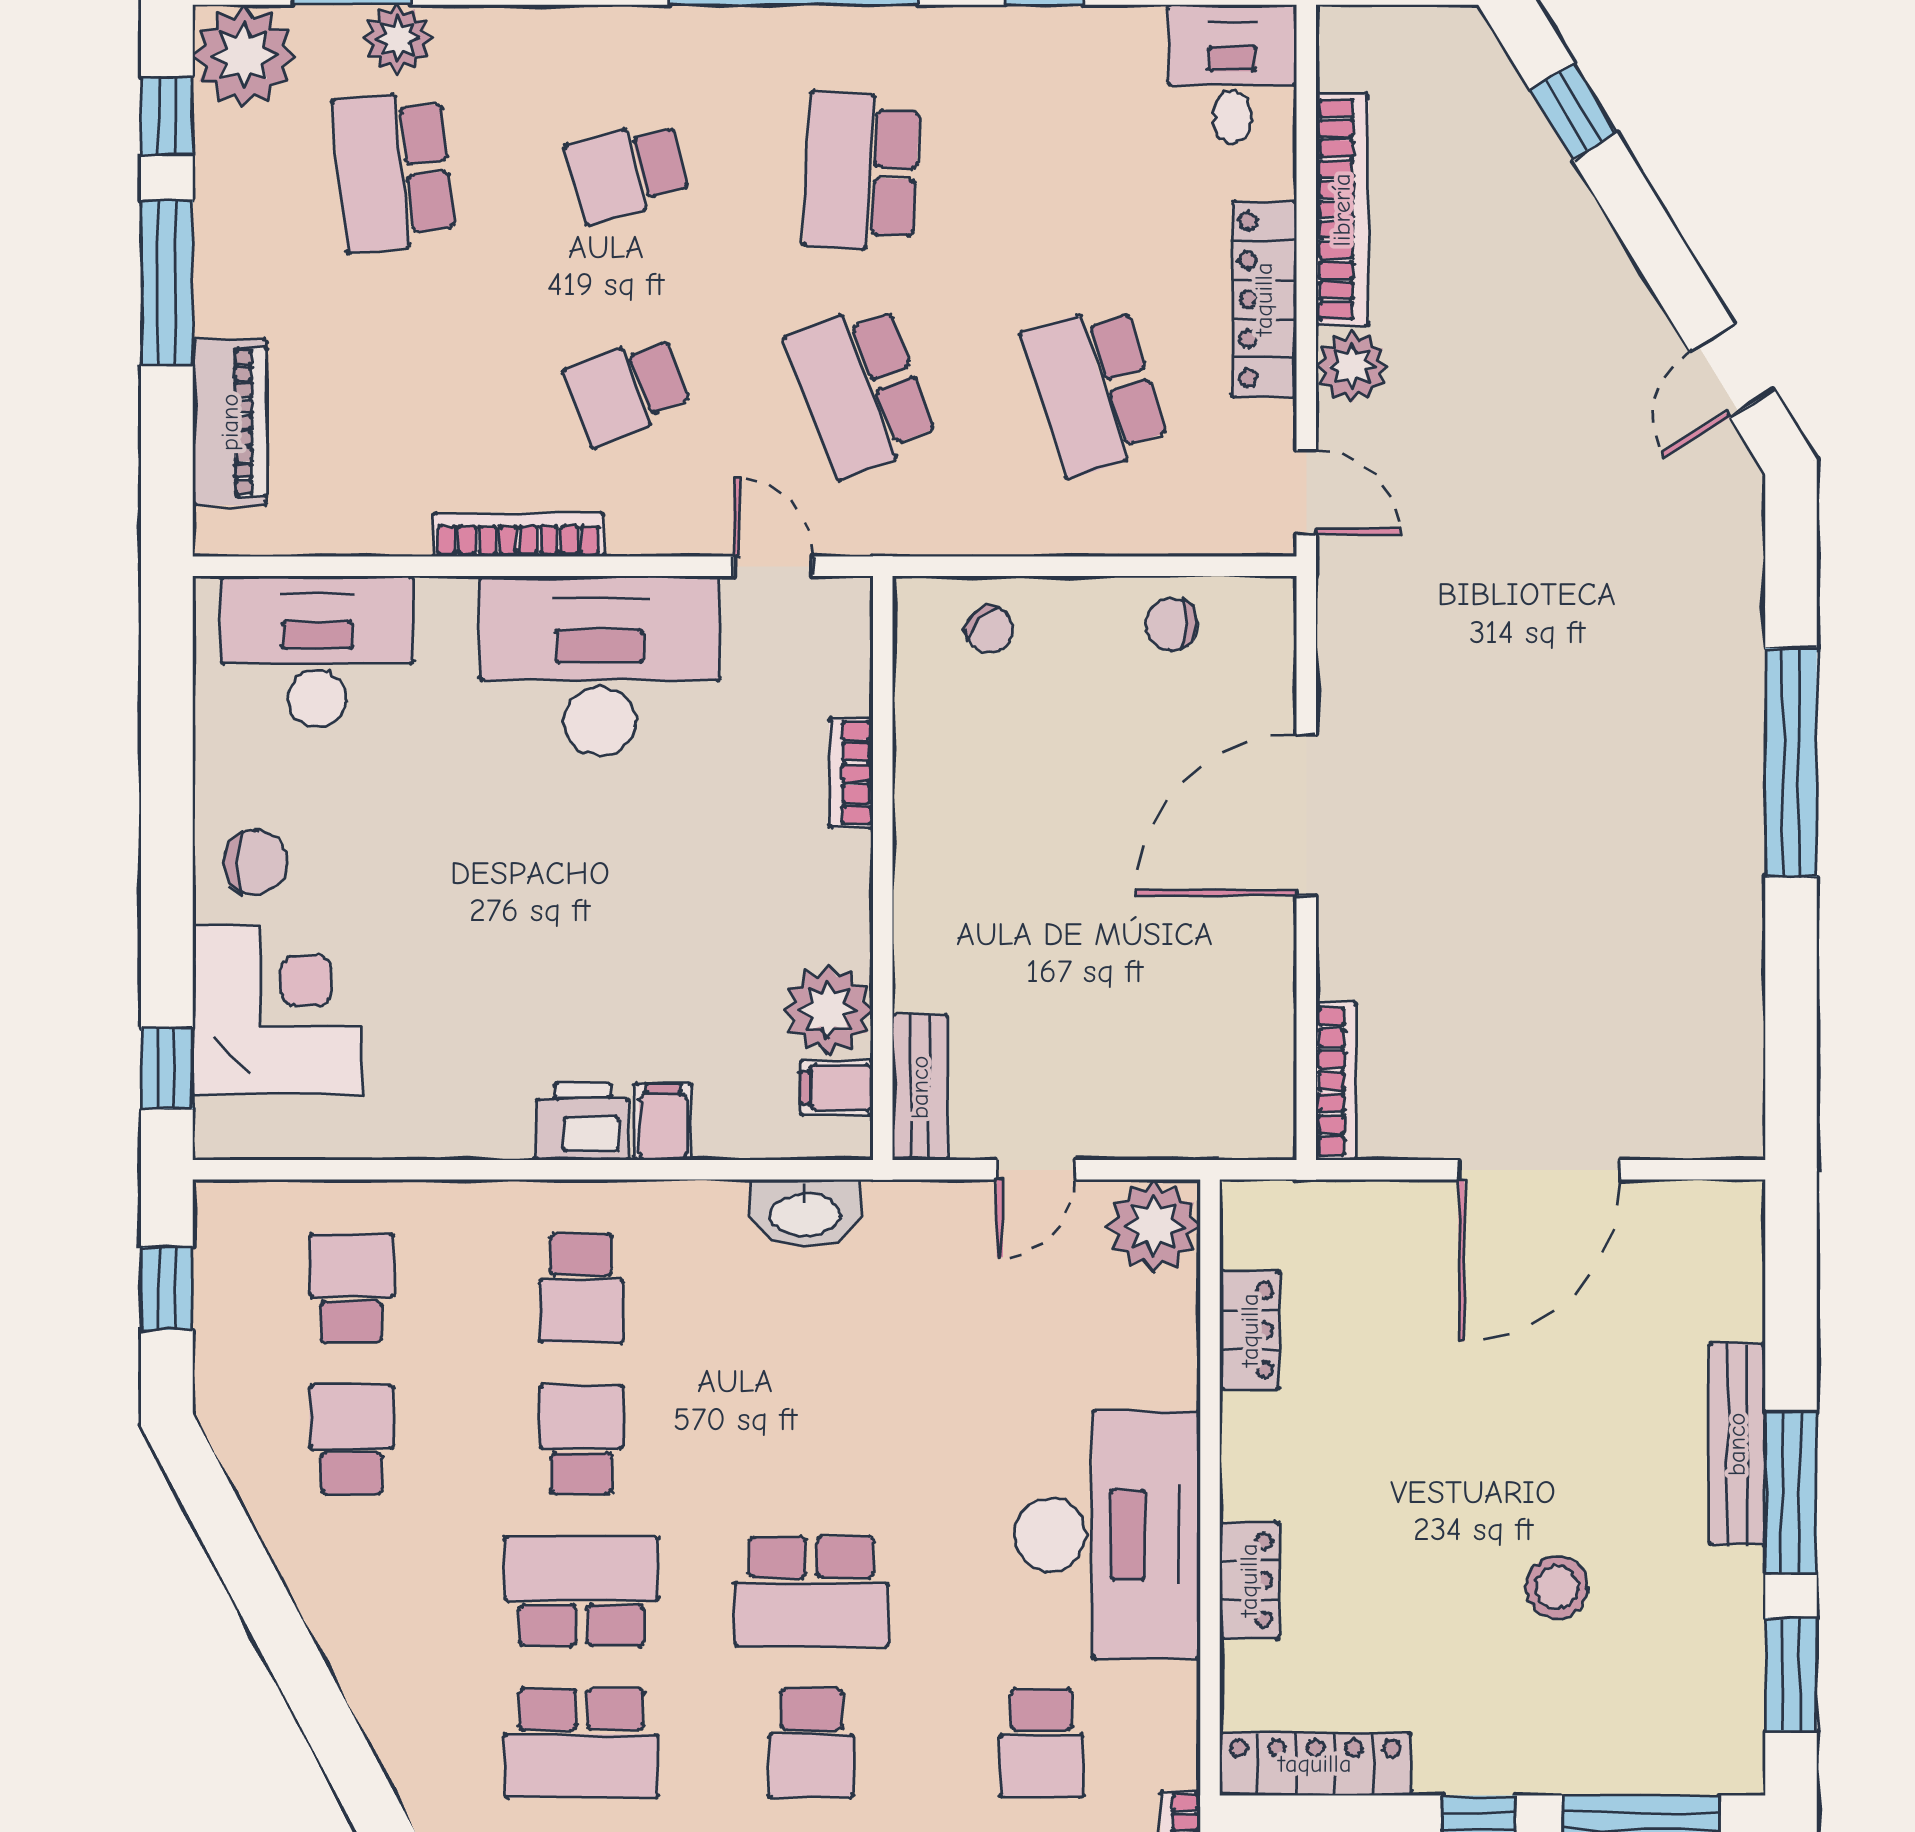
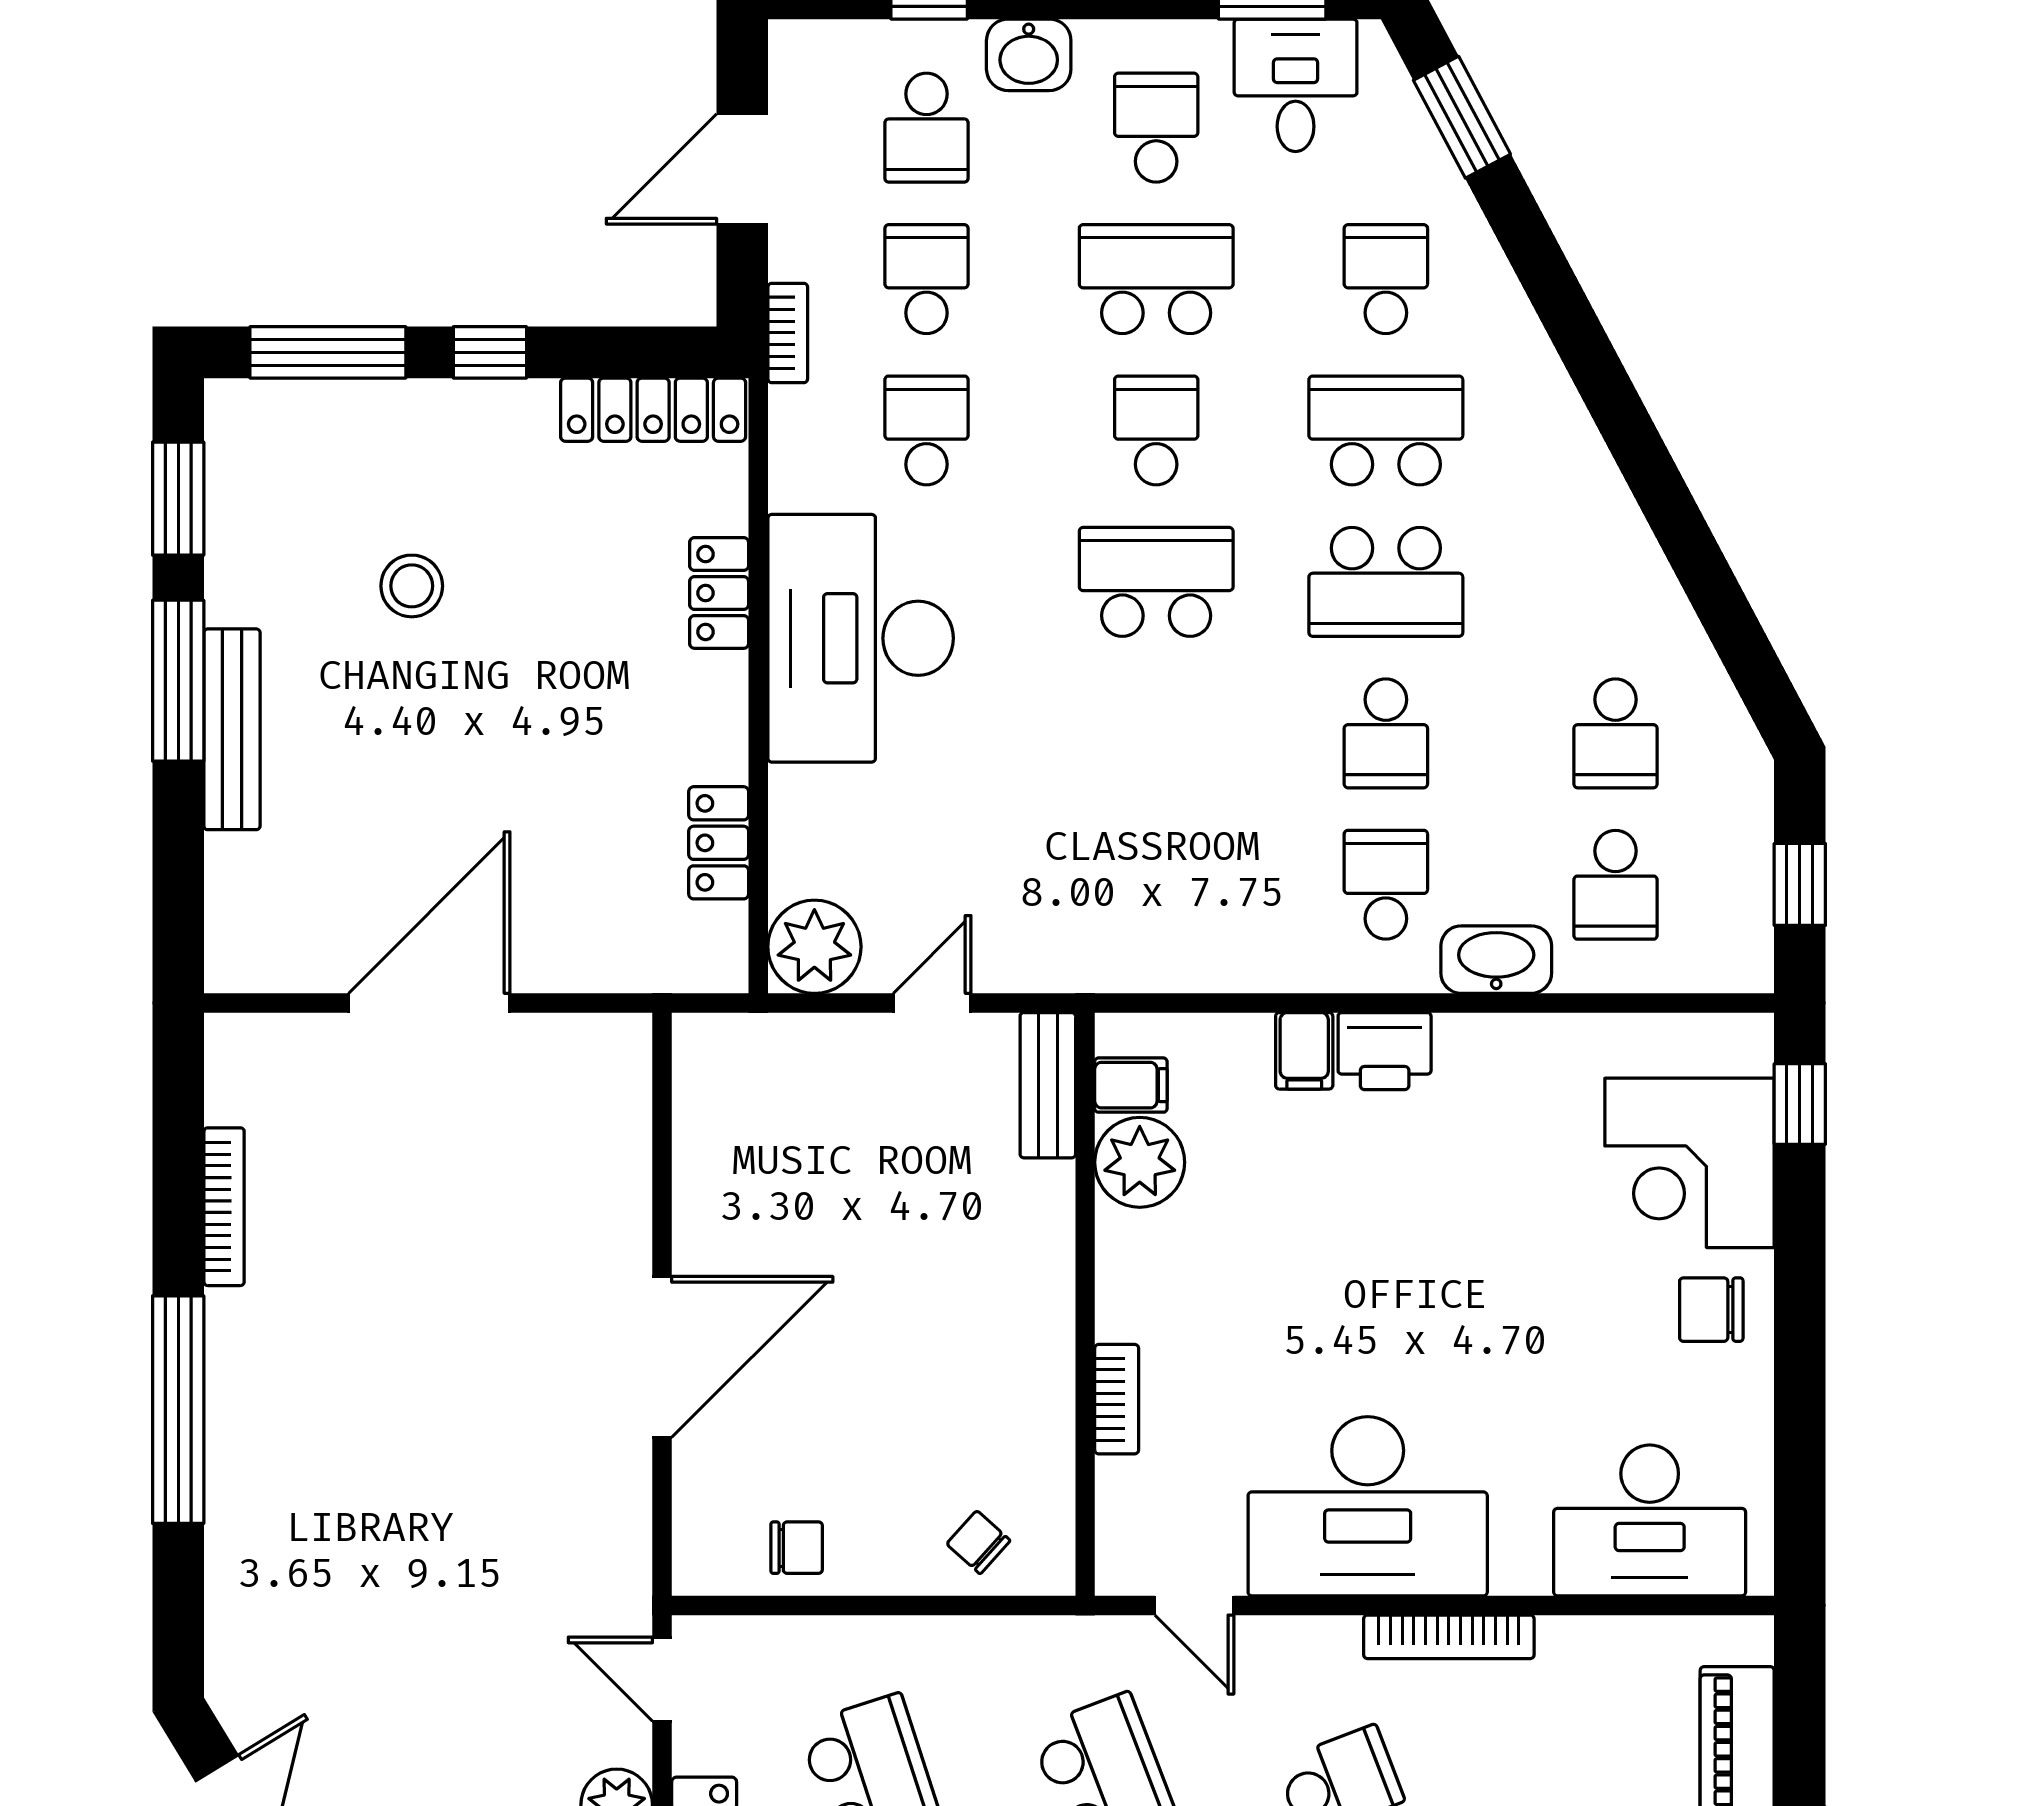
bookcase: (1336, 1081) -> (224, 1207), moved, turned 180
washbasin: (805, 1213) -> (1496, 960), moved

